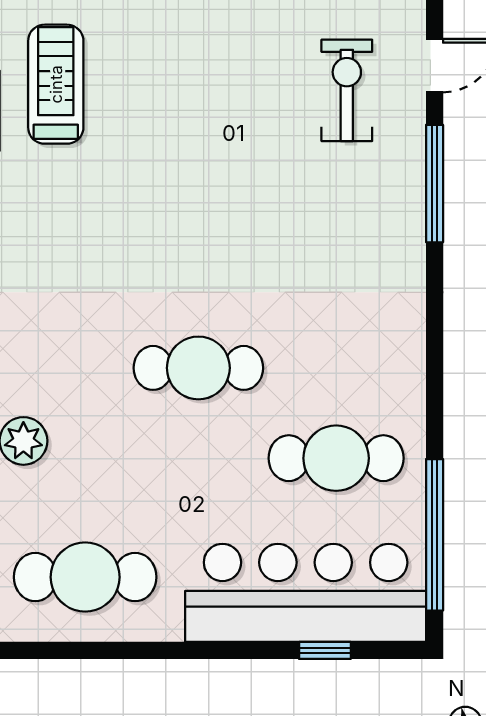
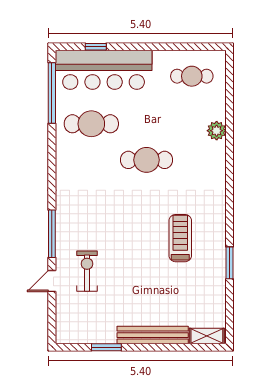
treadmill: (56, 84) -> (180, 238), moved, turned 180
exercise bike: (347, 90) -> (87, 271), turned 180
cafe table: (85, 577) -> (192, 76), width x0.73, depth x0.74

